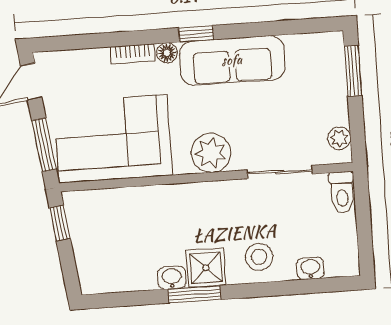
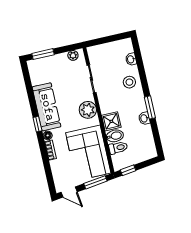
toilet: (342, 192) -> (118, 148), moved
bidet: (142, 205) -> (115, 136), added
shower: (206, 268) -> (111, 121), moved

